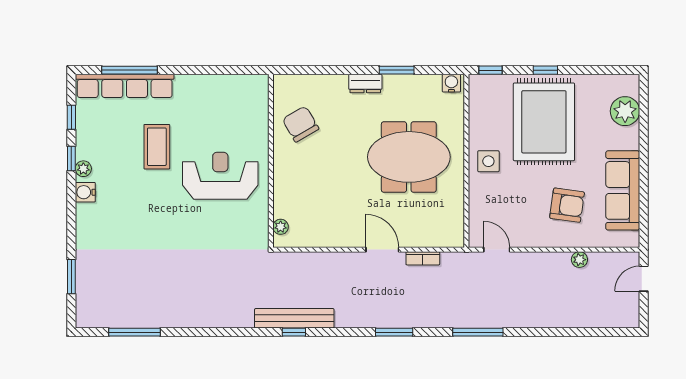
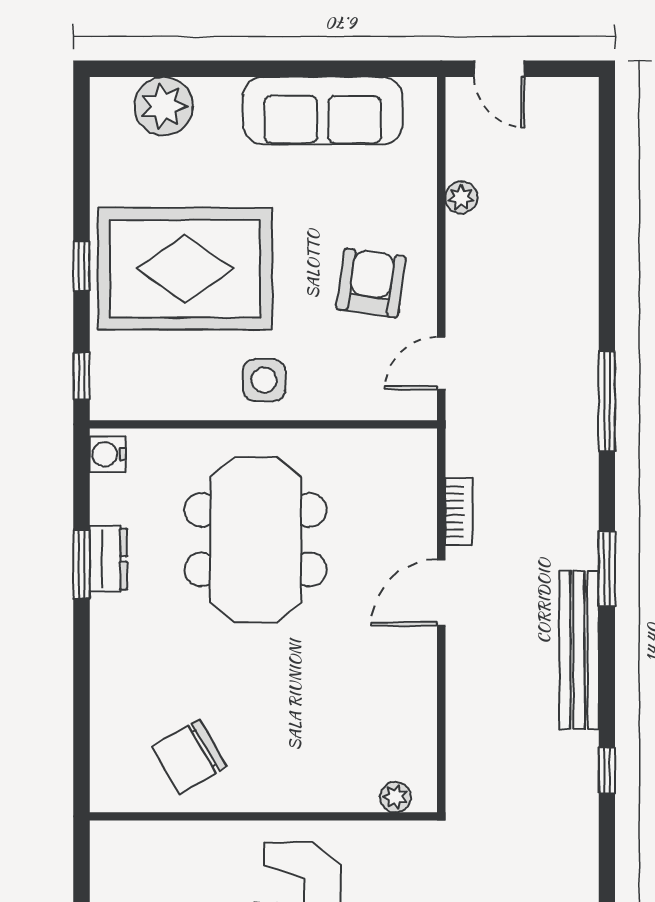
dresser: (365, 84) -> (108, 559), moved
armchair: (567, 205) -> (371, 283), moved
bench: (294, 318) -> (579, 650), moved

